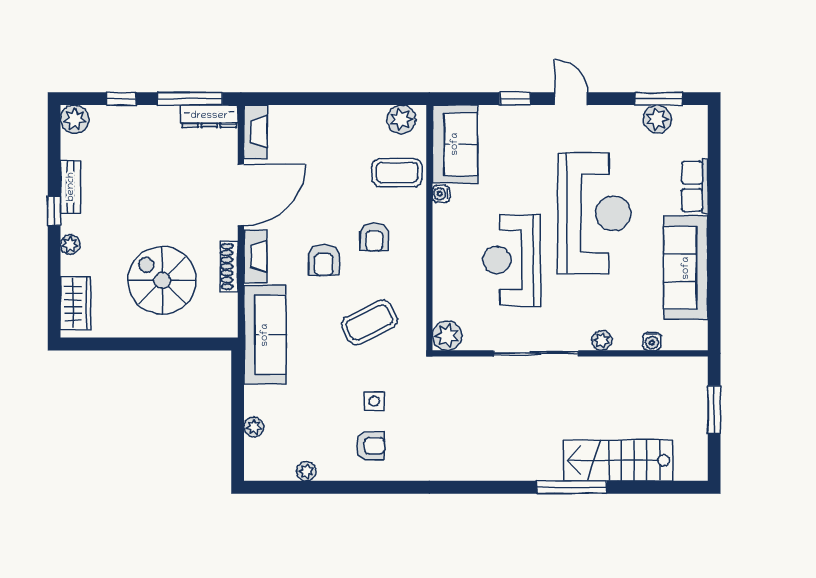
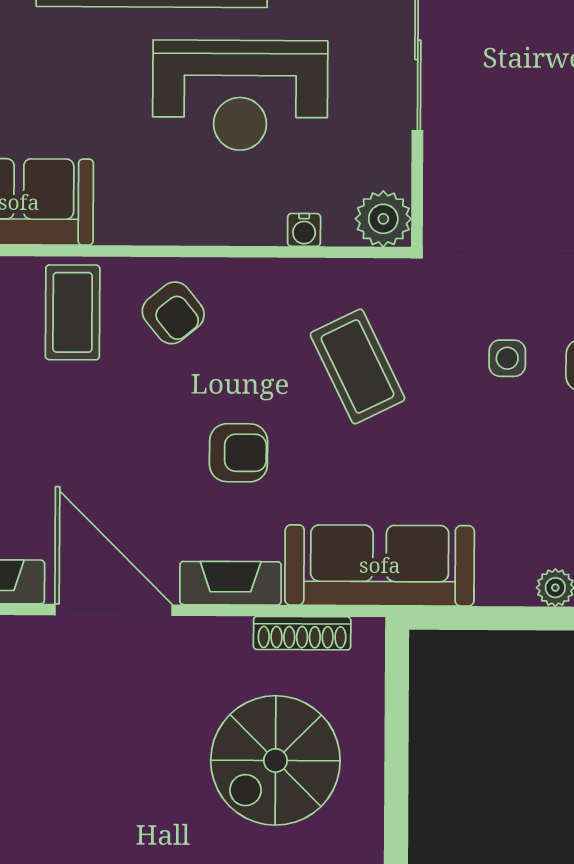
water cooler: (441, 194) -> (304, 230), moved
armchair: (374, 237) -> (173, 313), moved, turned 51
shoe rack: (229, 266) -> (302, 633), moved

